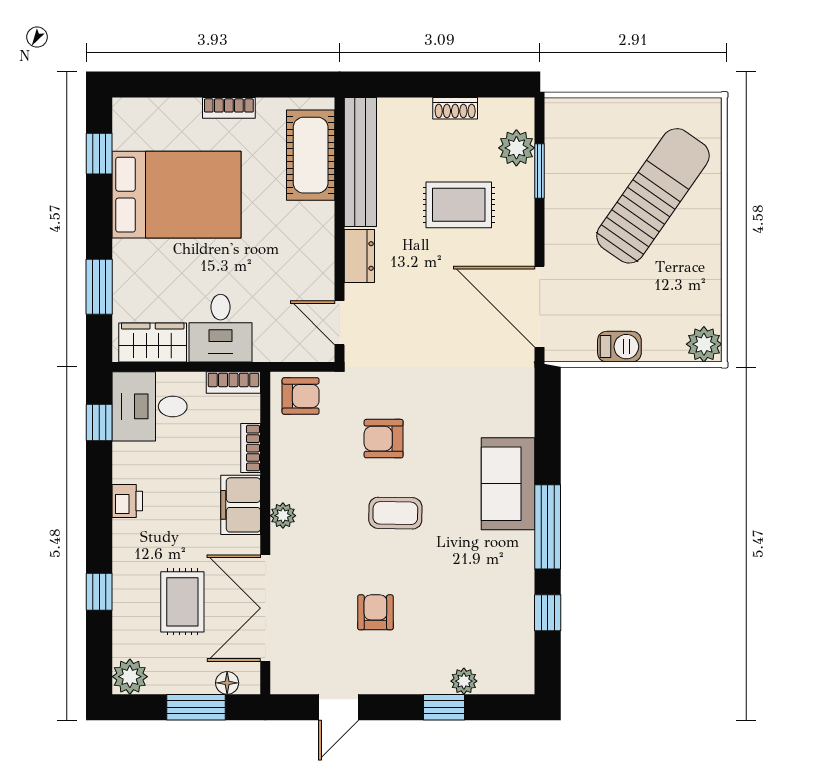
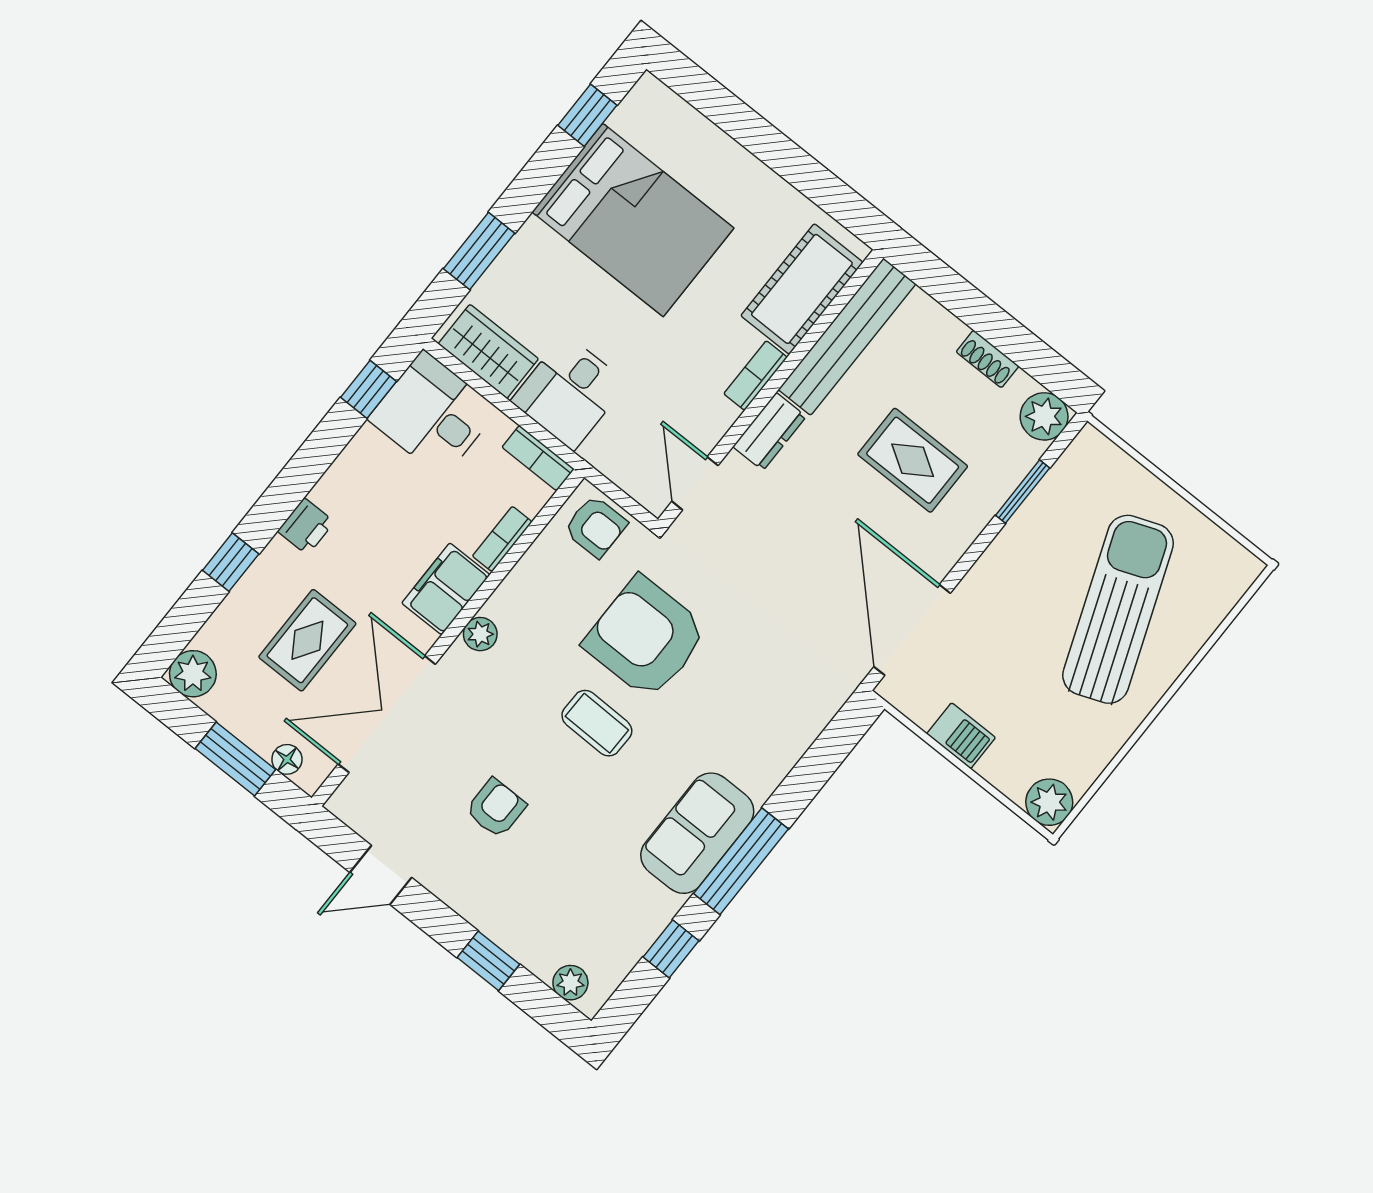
bookcase: (229, 108) -> (756, 376), moved, turned 90
plant: (516, 148) -> (1044, 416), moved
sun lounger: (653, 196) -> (1118, 609), turned -56
armchair: (384, 439) -> (646, 638), width x1.88, depth x1.88
sofa: (508, 484) -> (697, 833), moved
printer: (127, 501) -> (306, 526), moved
plant: (464, 681) -> (570, 983), moved

